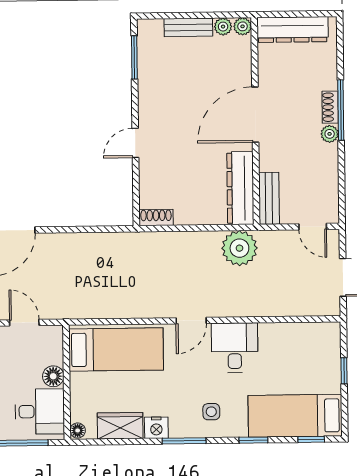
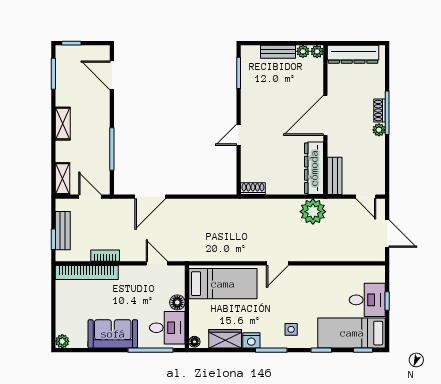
desk: (235, 348) -> (367, 300), moved, turned 90

